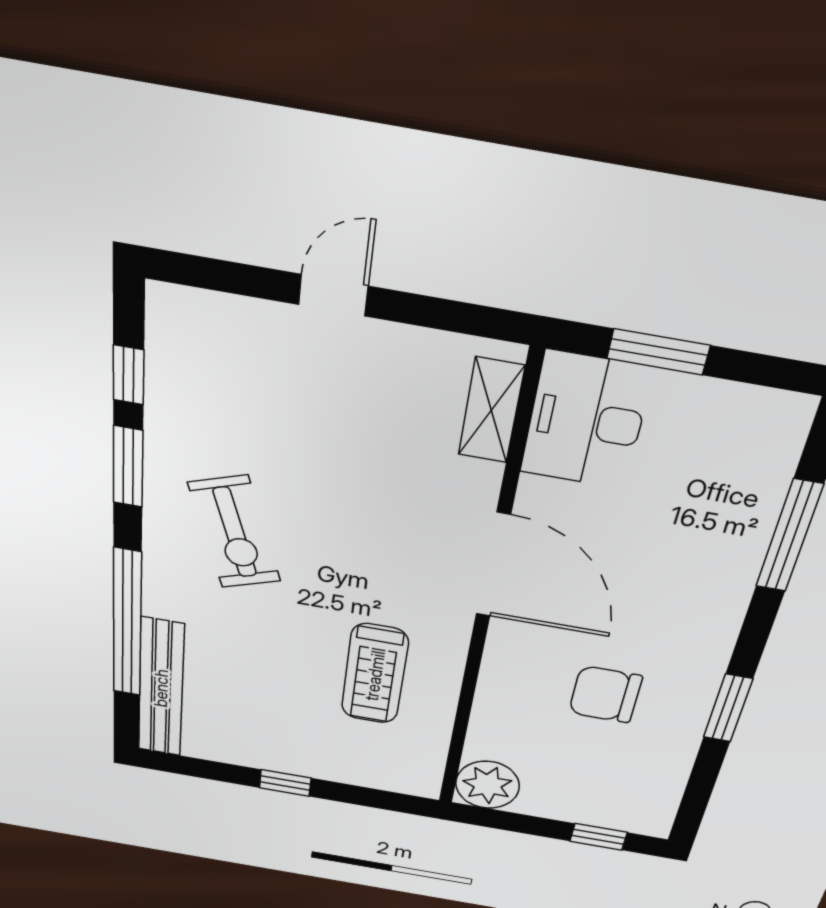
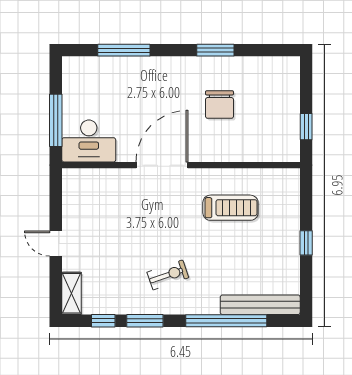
window: (658, 352) -> (56, 120), width x1.44
shelving: (491, 411) -> (72, 293), moved, turned 90
exercise bike: (235, 532) -> (168, 275), width x0.73, depth x0.72
plant: (487, 785) -> (285, 147), removed
window: (599, 837) -> (306, 127), moved

